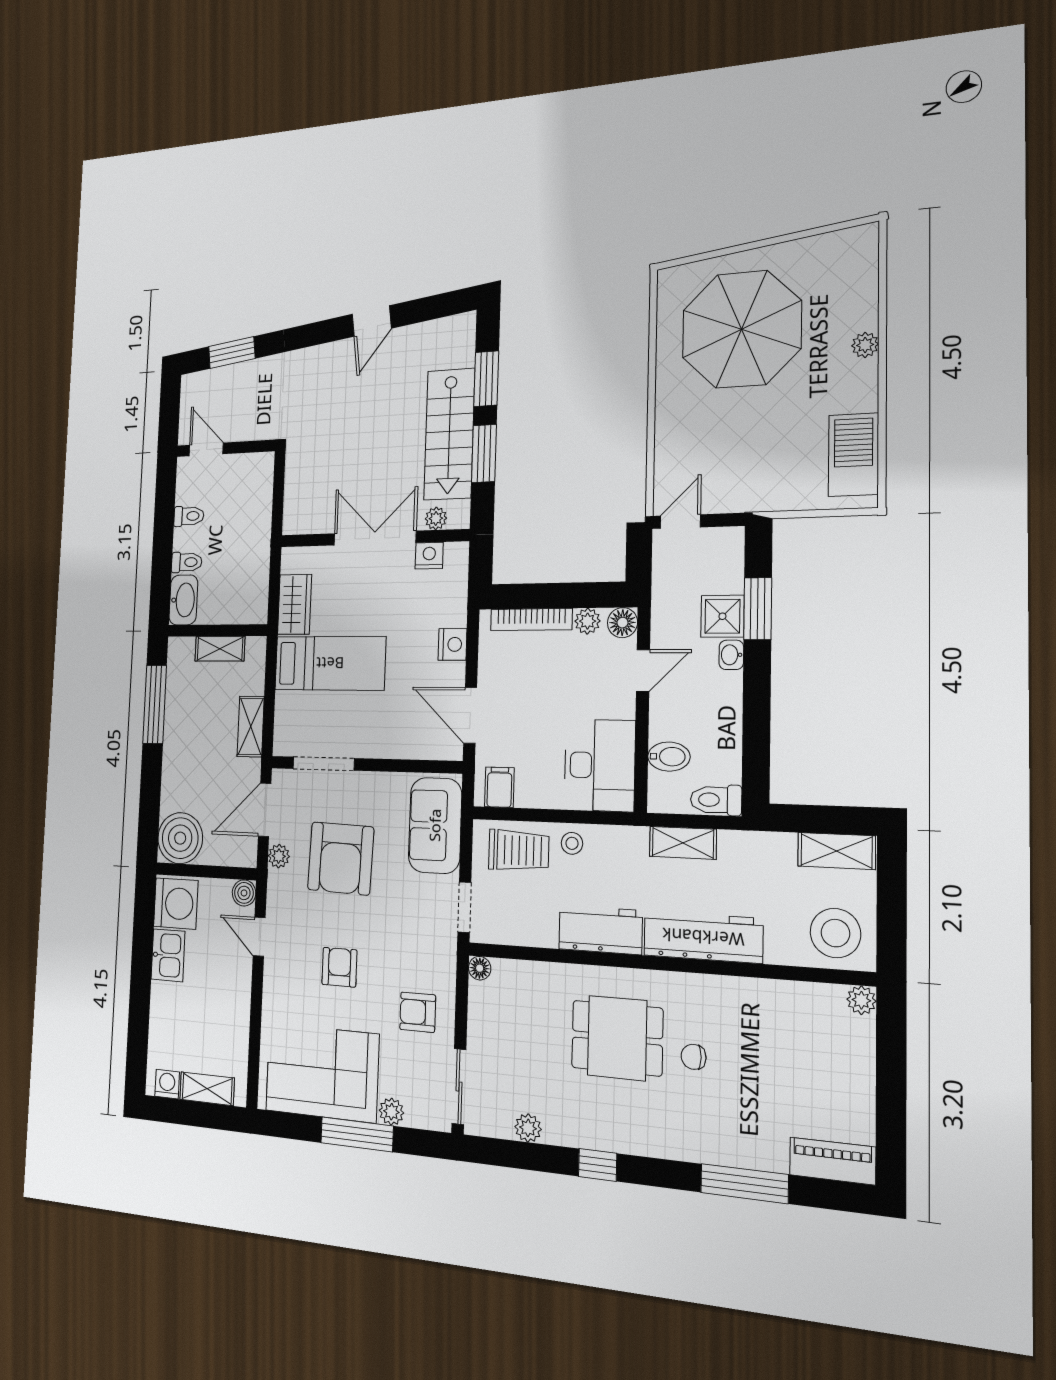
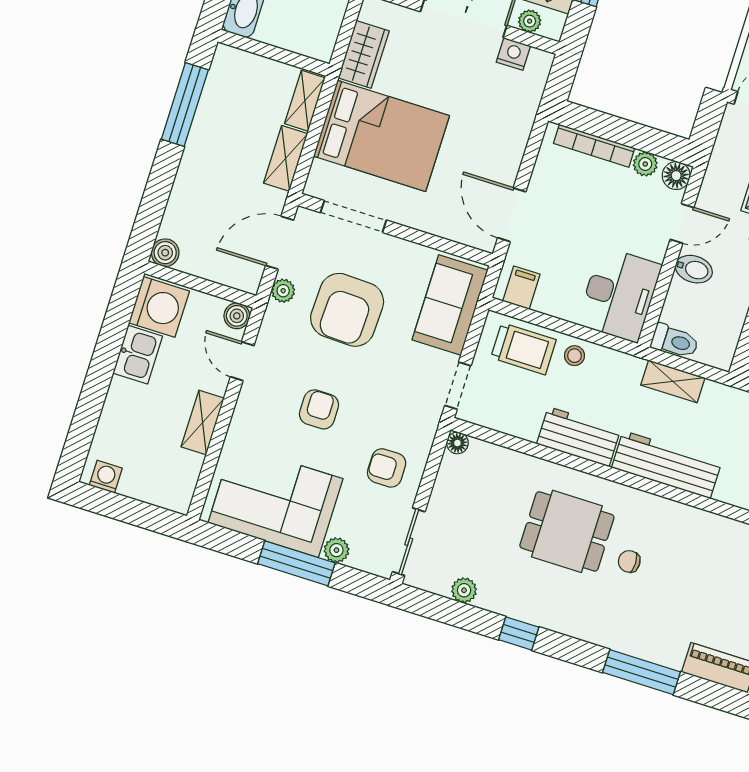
nightstand: (452, 644) -> (513, 144), removed
shelving: (220, 649) -> (305, 101), moved, turned 90
bed: (330, 663) -> (381, 136), width x1.50
bidet: (669, 757) -> (694, 269), moved
toilet: (716, 800) -> (675, 341), moved, turned 180
boiler: (180, 838) -> (165, 253), width x0.54, depth x0.54
shelving: (207, 1089) -> (203, 423), moved, turned 90

